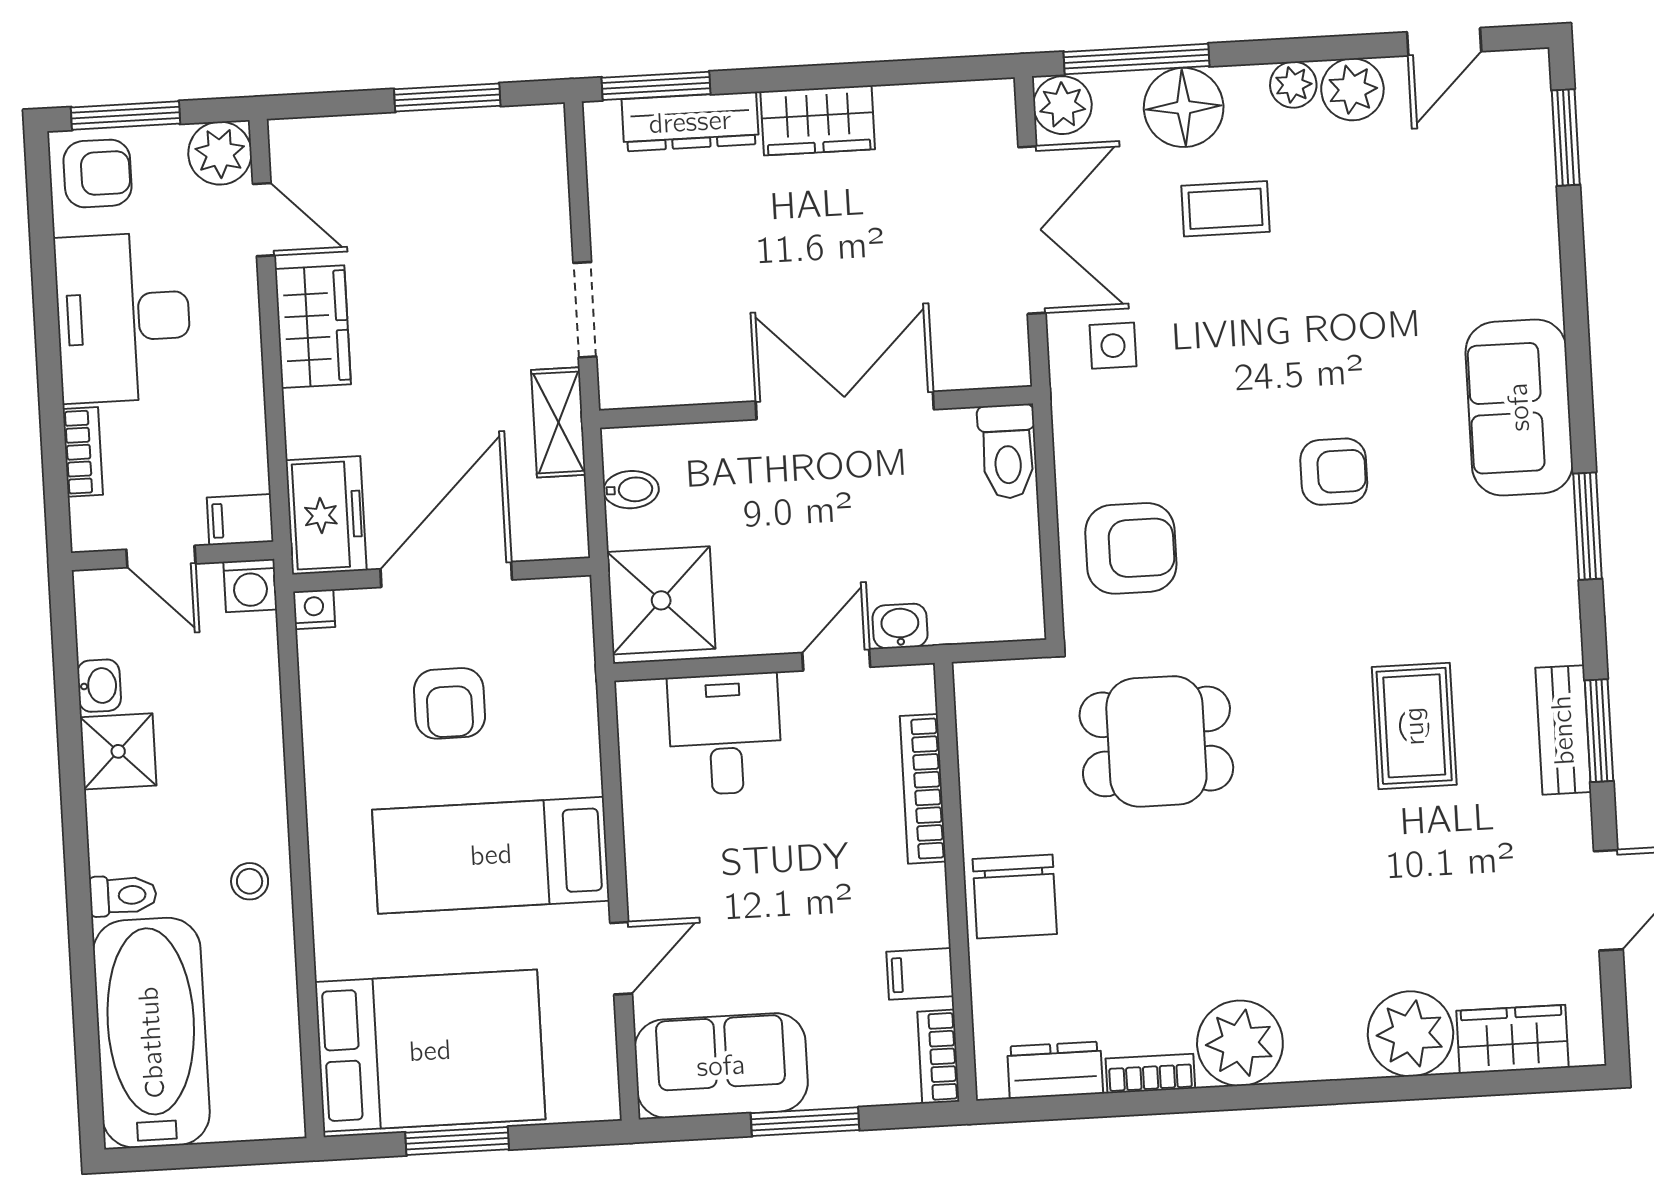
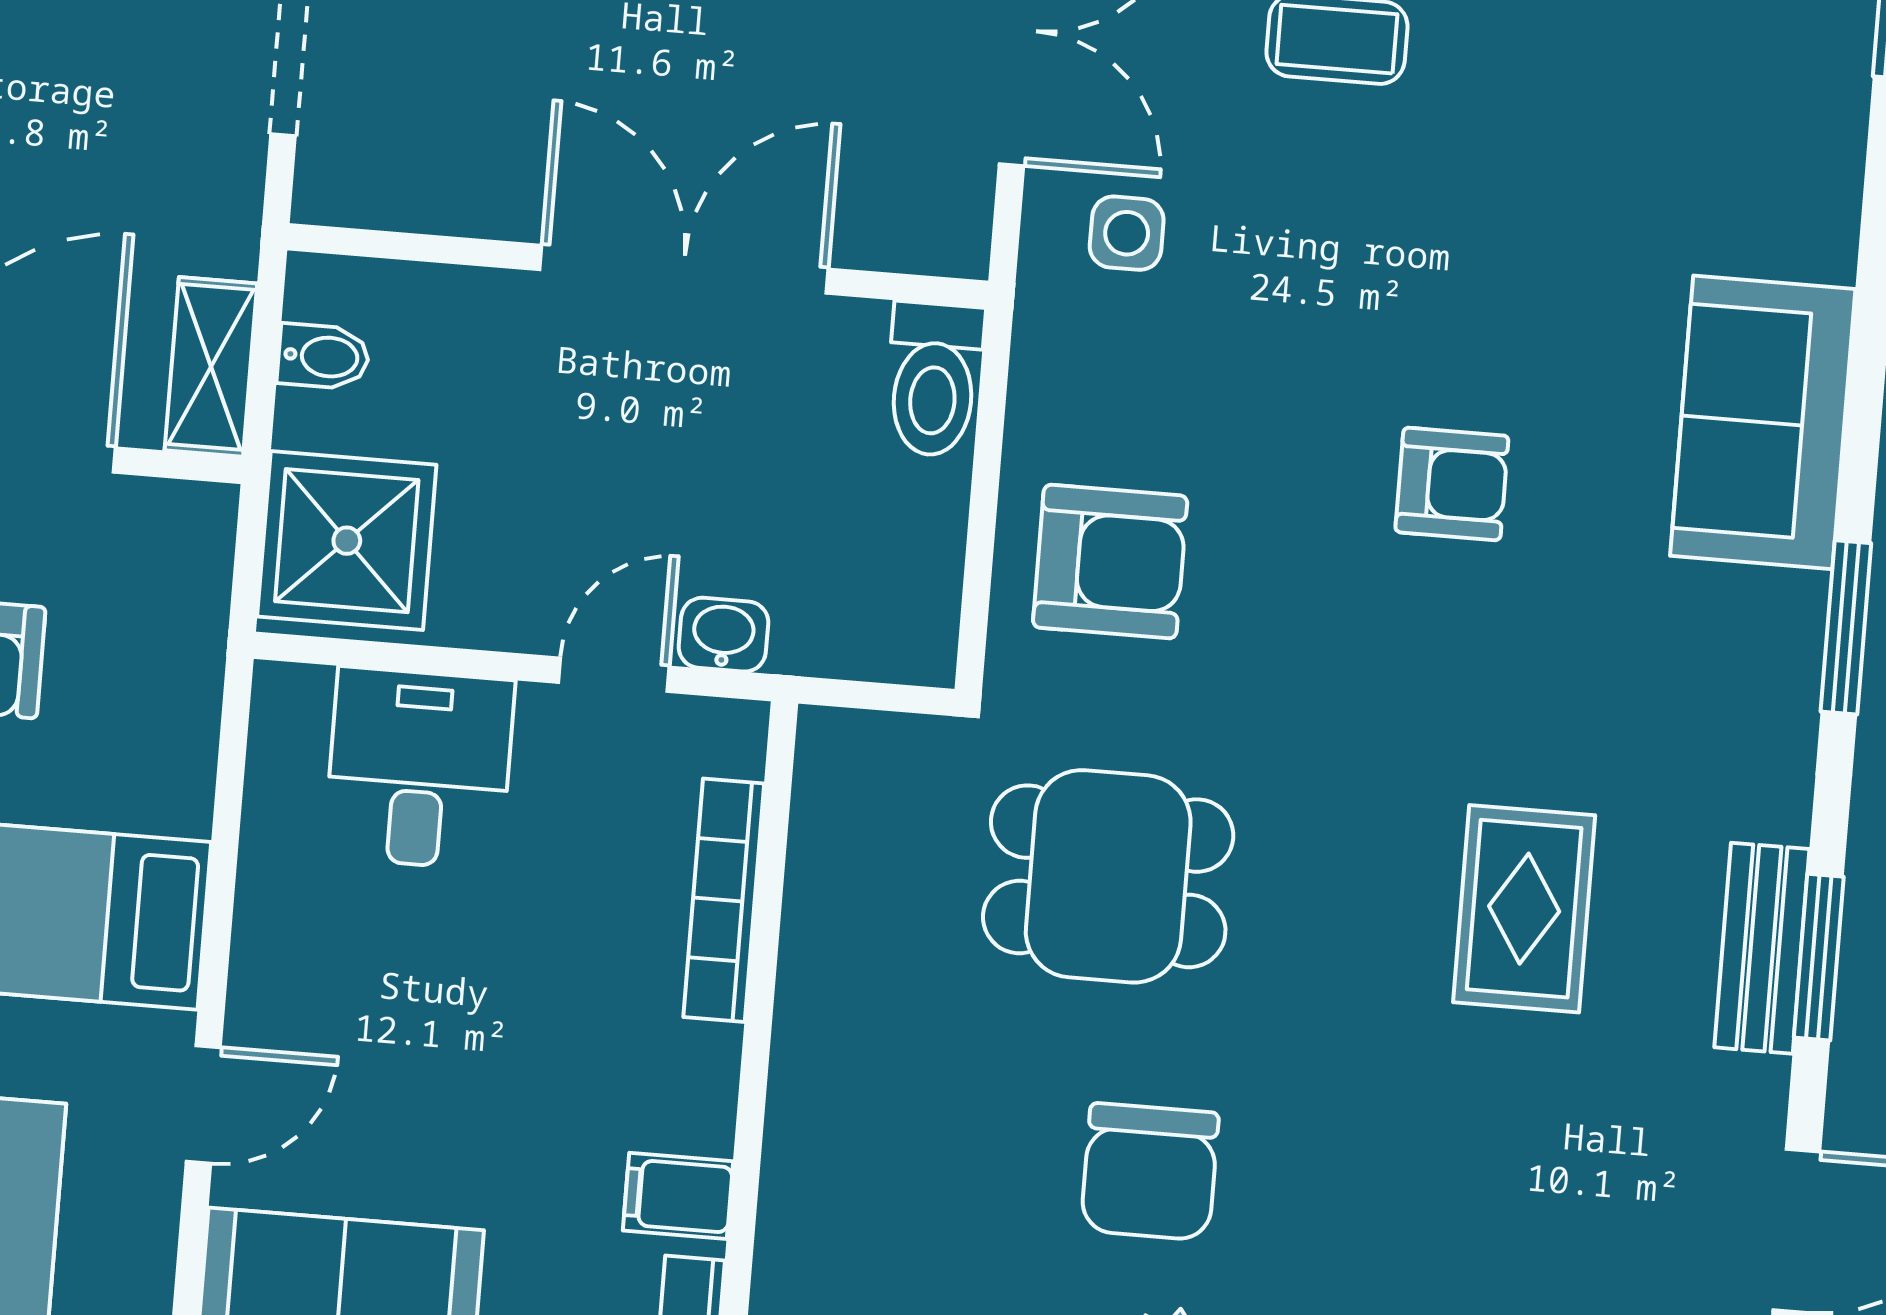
shelving: (558, 422) -> (211, 367), moved
chair: (1015, 896) -> (1150, 1172), moved

